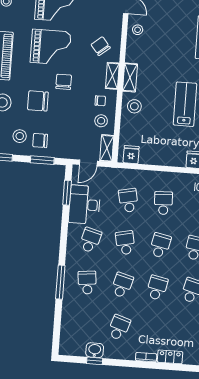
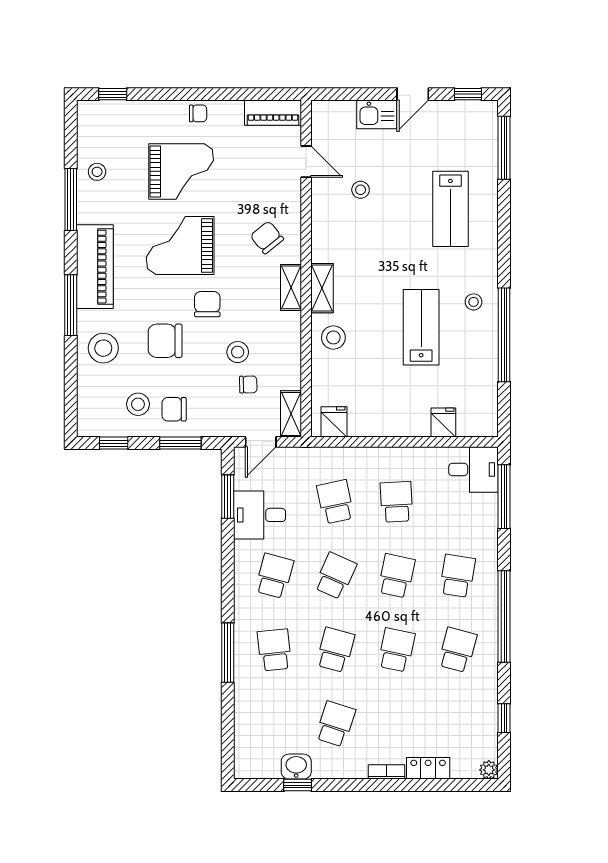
stool: (138, 30) -> (361, 190), moved
grand piano: (51, 47) -> (180, 246), turned 180
chair: (100, 101) -> (248, 385), moved
stool: (101, 121) -> (238, 352), moved
desk: (84, 205) -> (260, 515), width x0.73
school desk: (125, 243) -> (335, 576), turned 36

